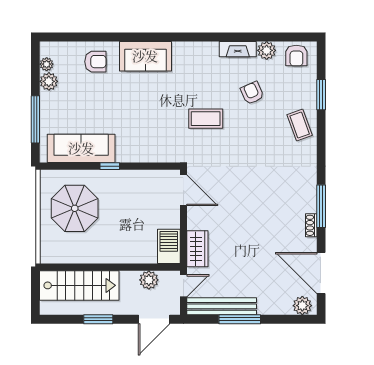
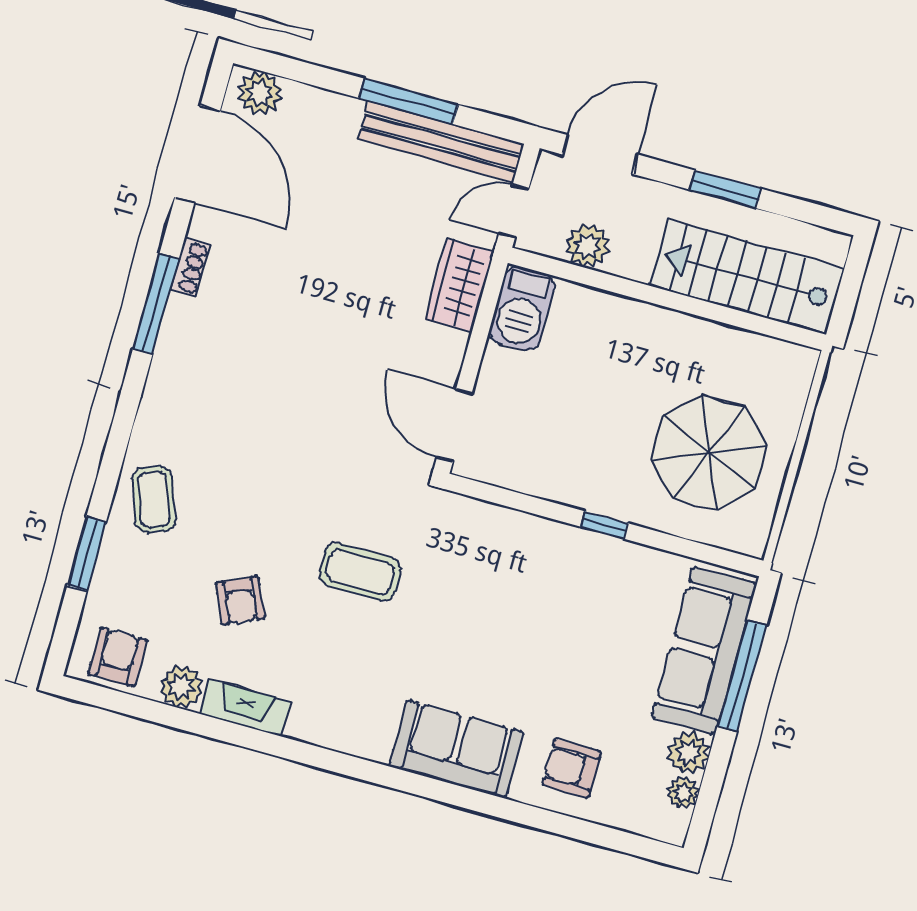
sofa: (81, 148) -> (704, 650), moved, turned 90

